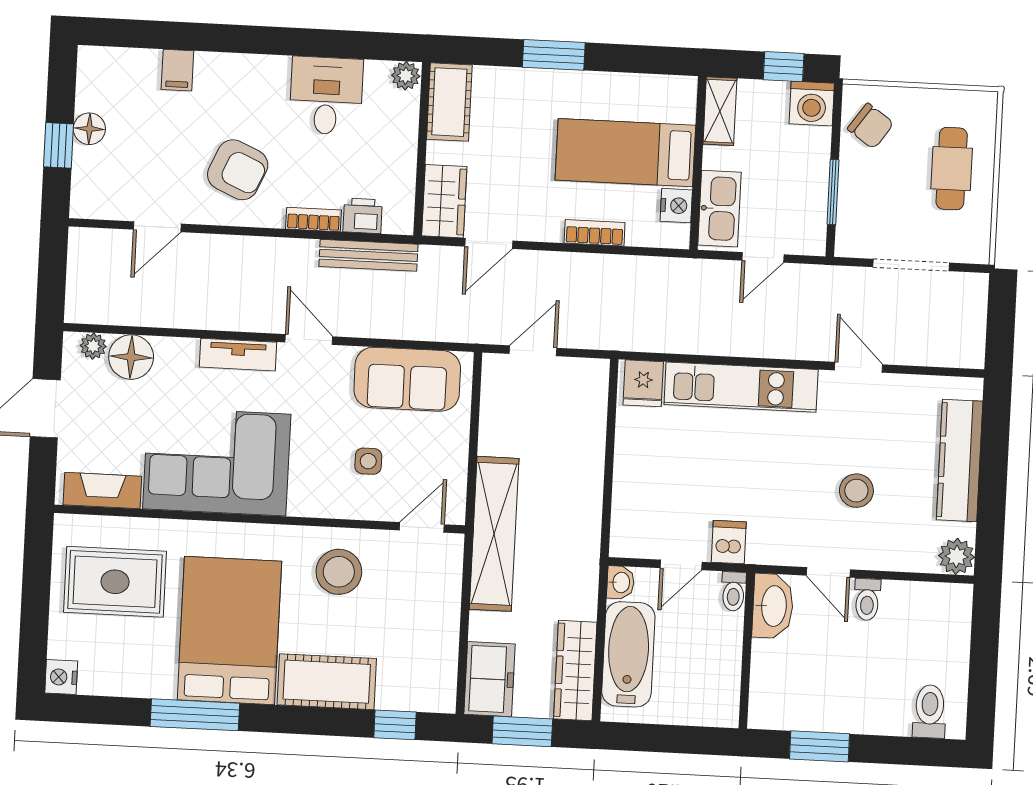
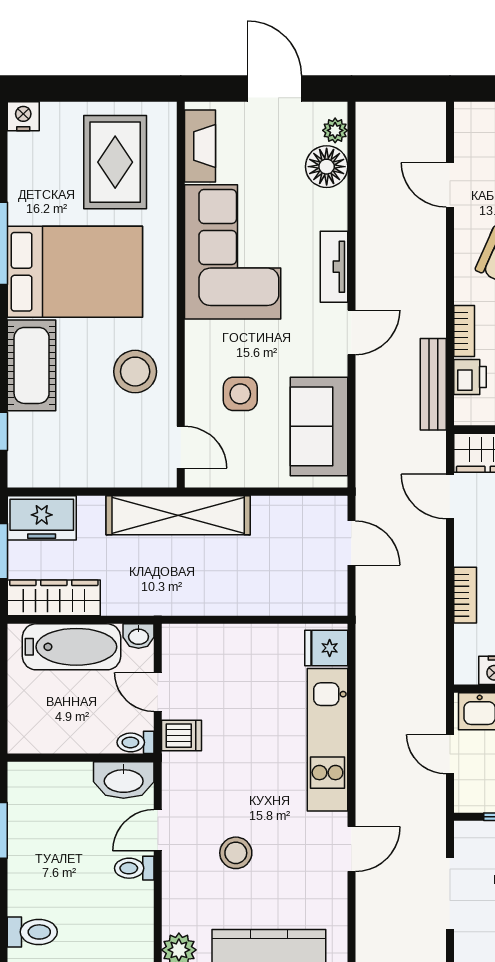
side table: (368, 461) -> (240, 394), width x1.37, depth x1.37

